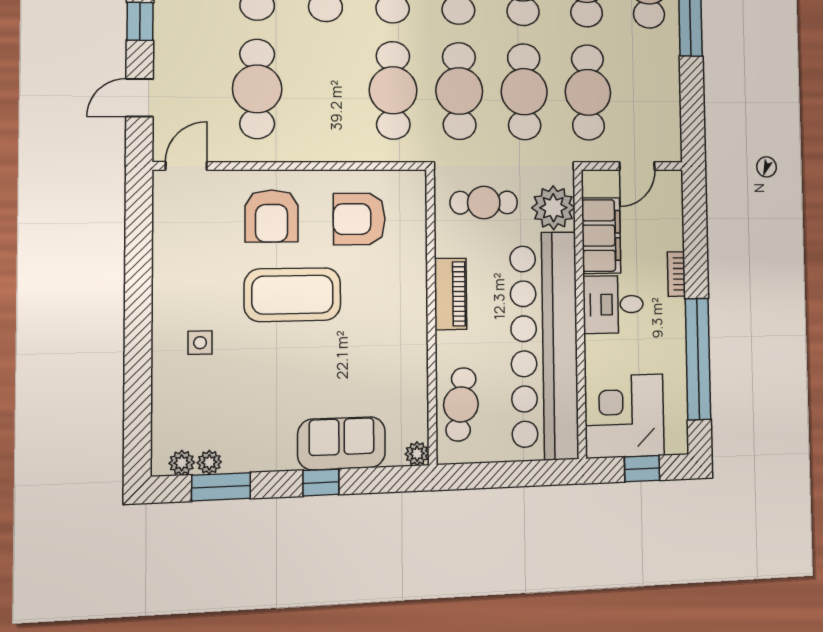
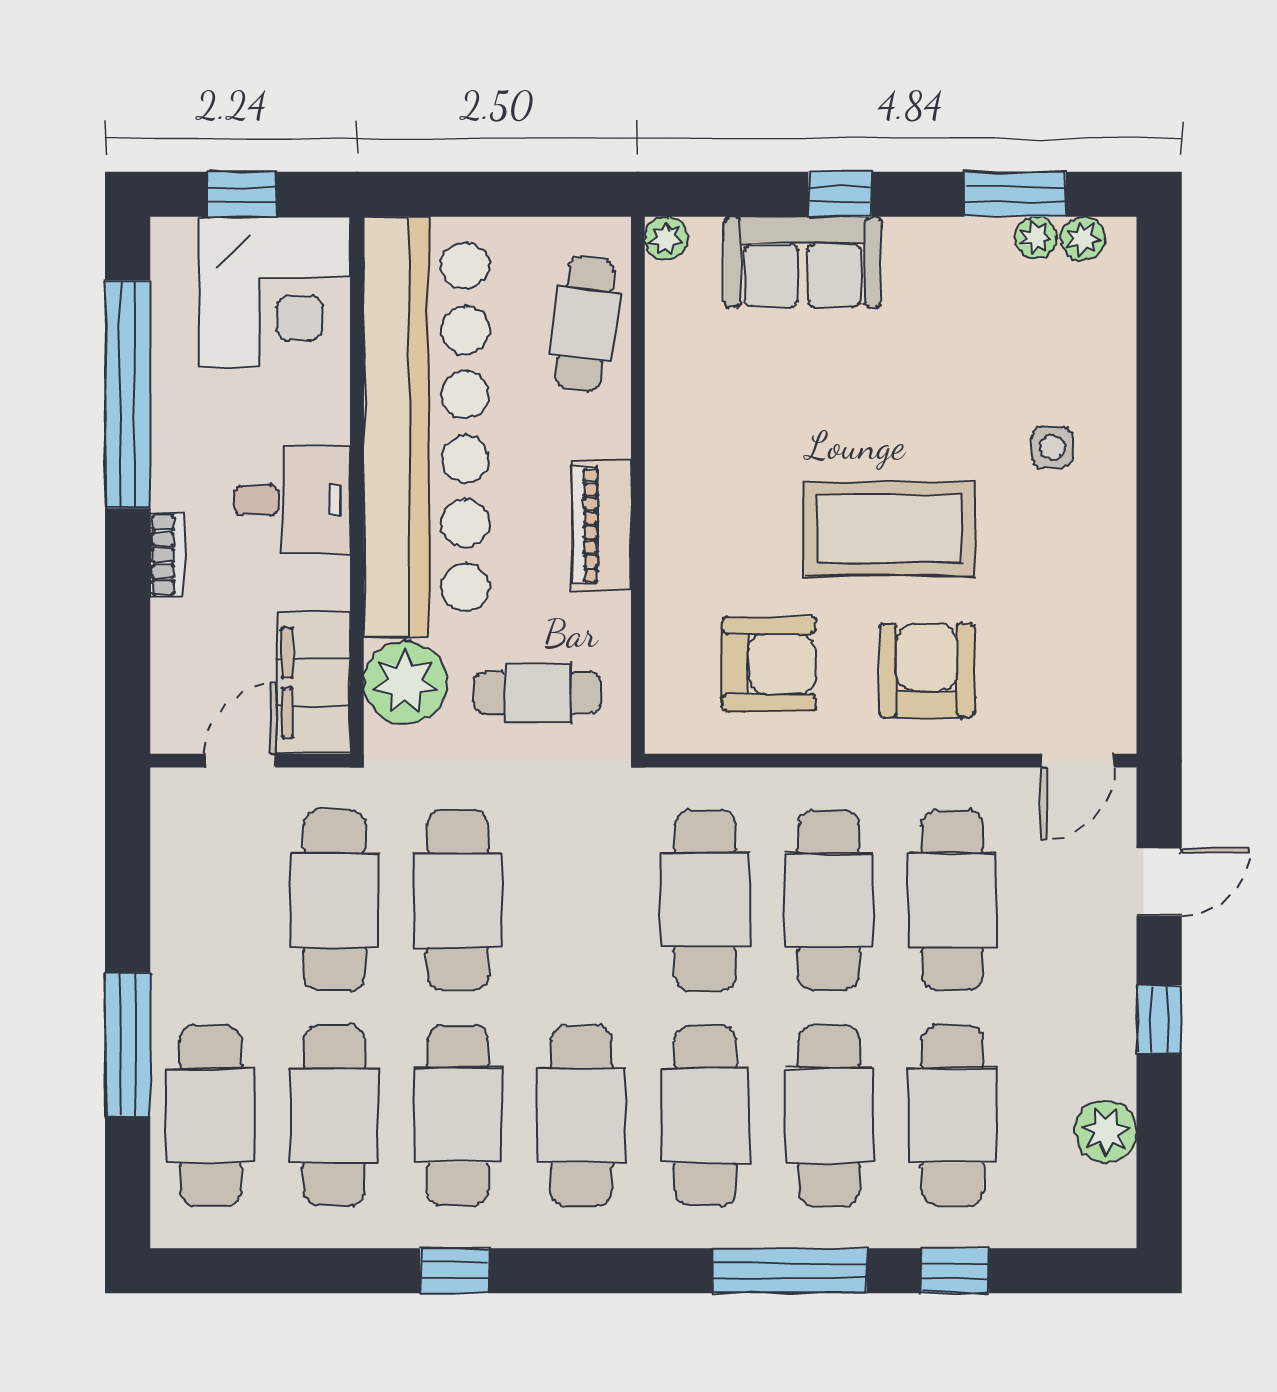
cafe table: (459, 91) -> (829, 900), moved
filing cabinet: (601, 236) -> (313, 683), moved

